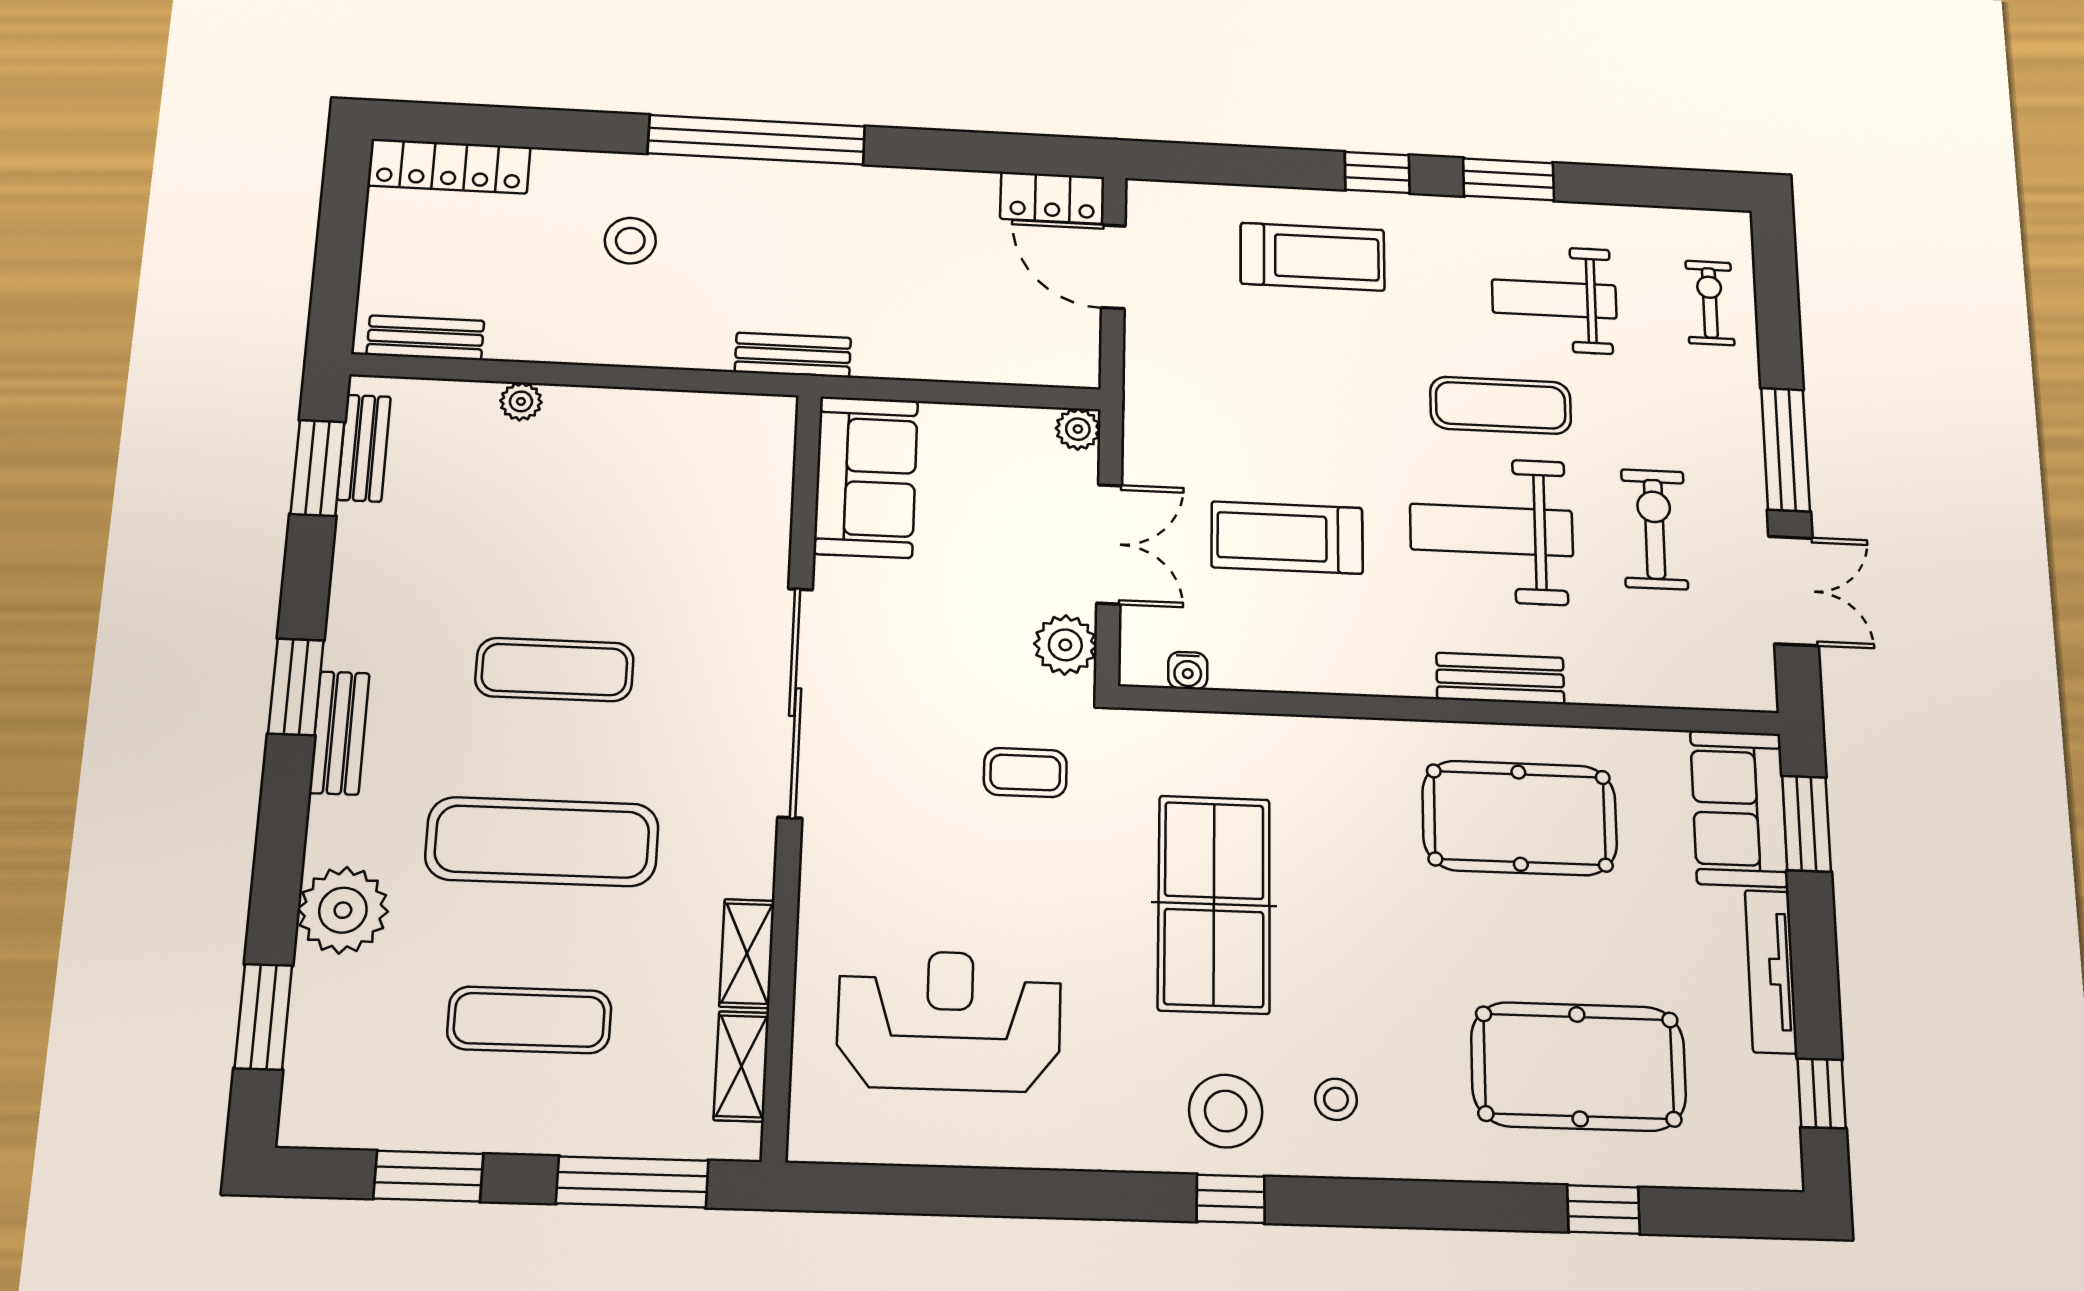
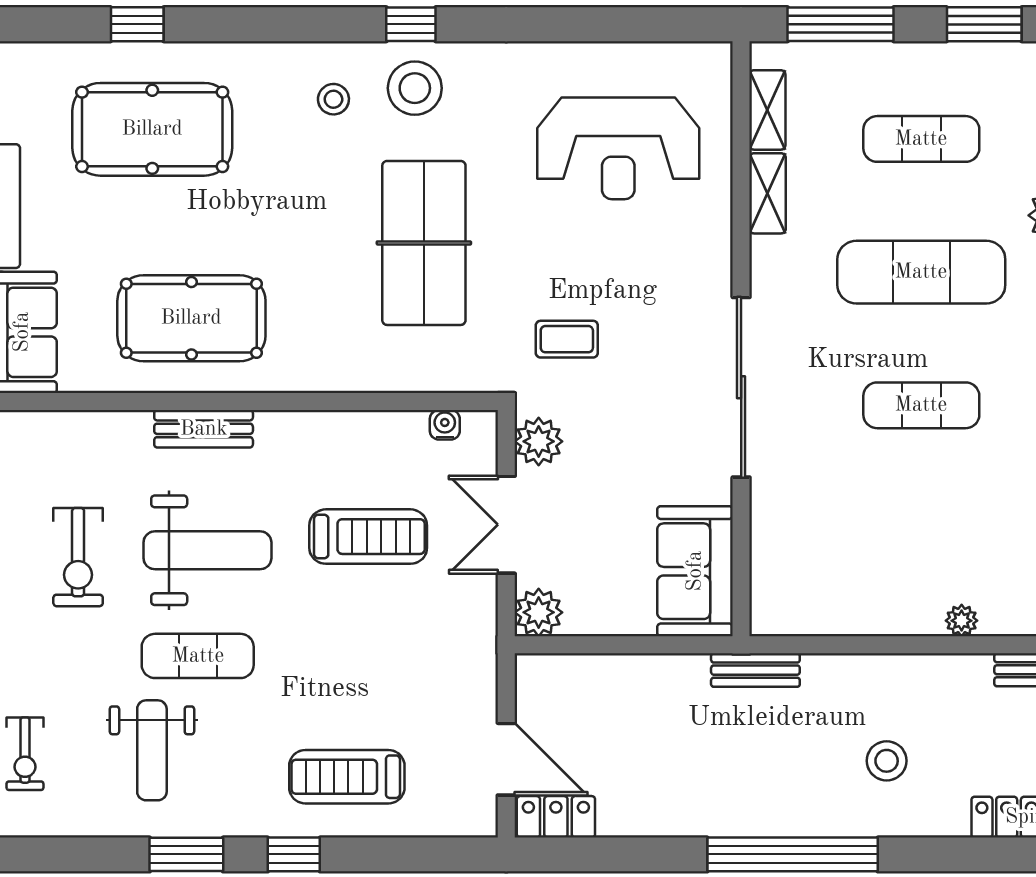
weight bench: (1554, 299) -> (152, 750), turned 90
plant: (1078, 429) -> (539, 612), width x1.38, depth x1.38

